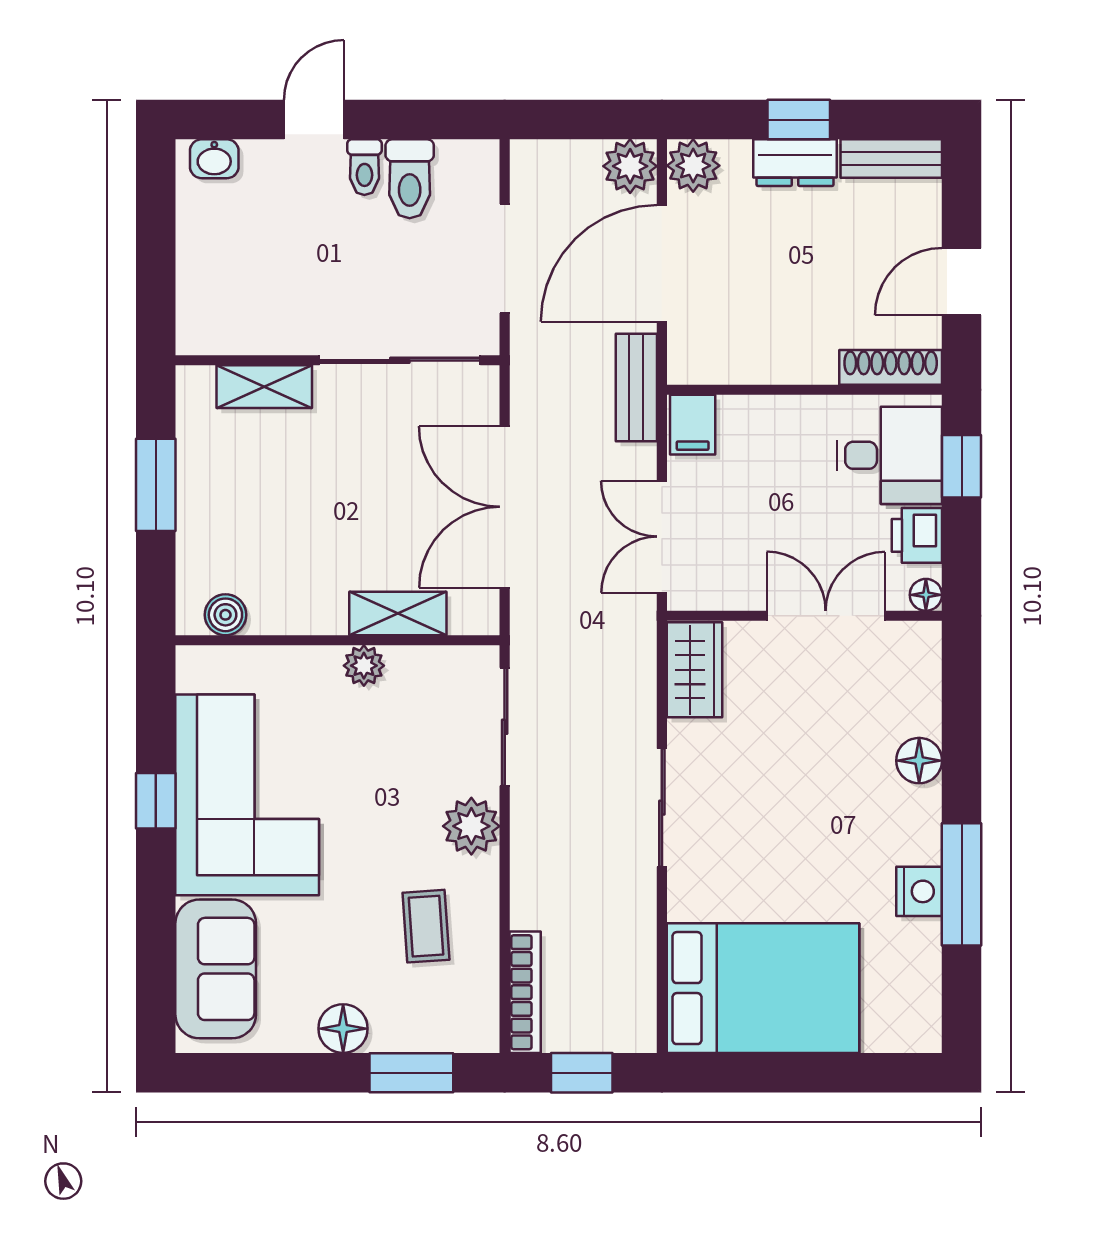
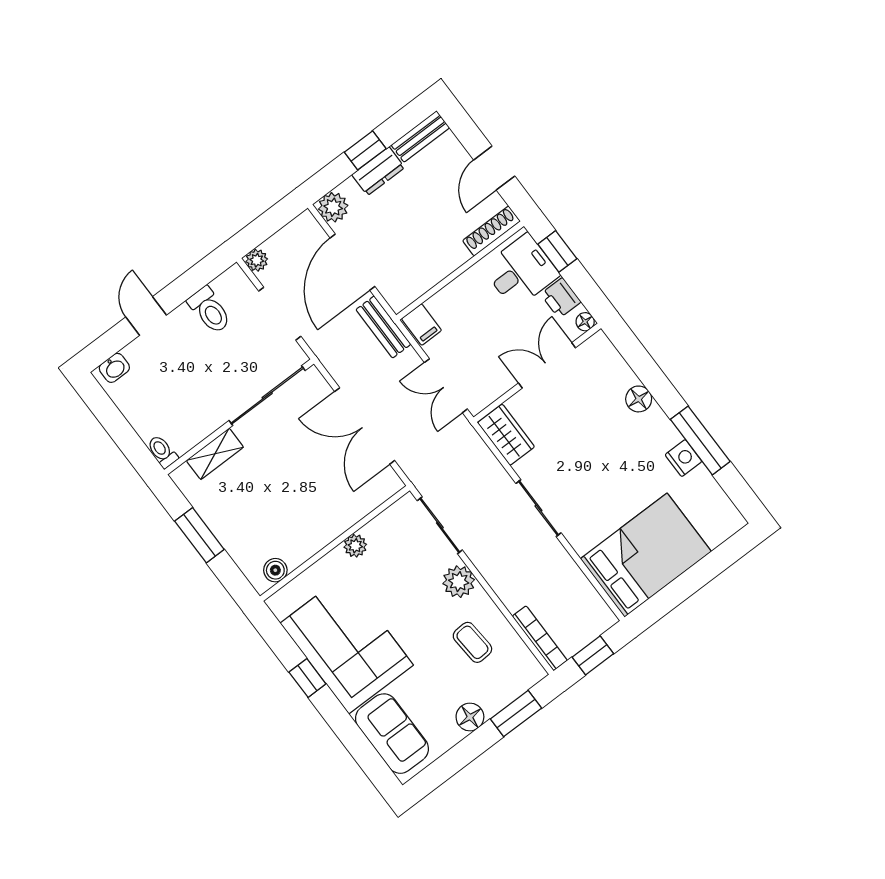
plant: (630, 166) -> (257, 260), moved, width x0.73, depth x0.73
toilet: (364, 167) -> (162, 452), moved, turned 180
shelving: (398, 614) -> (353, 511), removed

